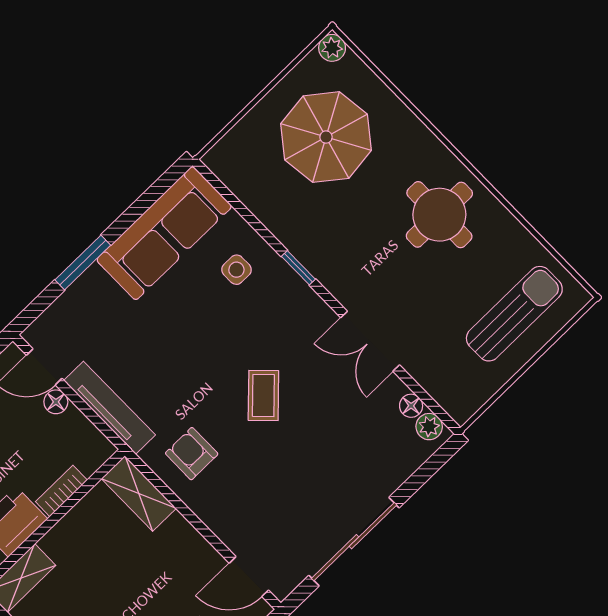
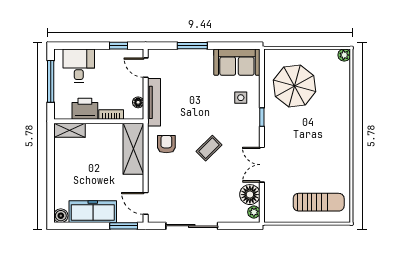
parasol: (326, 137) -> (295, 86), moved
round table: (439, 215) -> (326, 145), removed
sofa: (164, 233) -> (237, 62), width x0.73
floor lamp: (56, 402) -> (138, 102), moved
floor lamp: (411, 406) -> (250, 195), width x1.89, depth x1.89
shelving: (139, 493) -> (133, 149), width x1.50, depth x1.33

